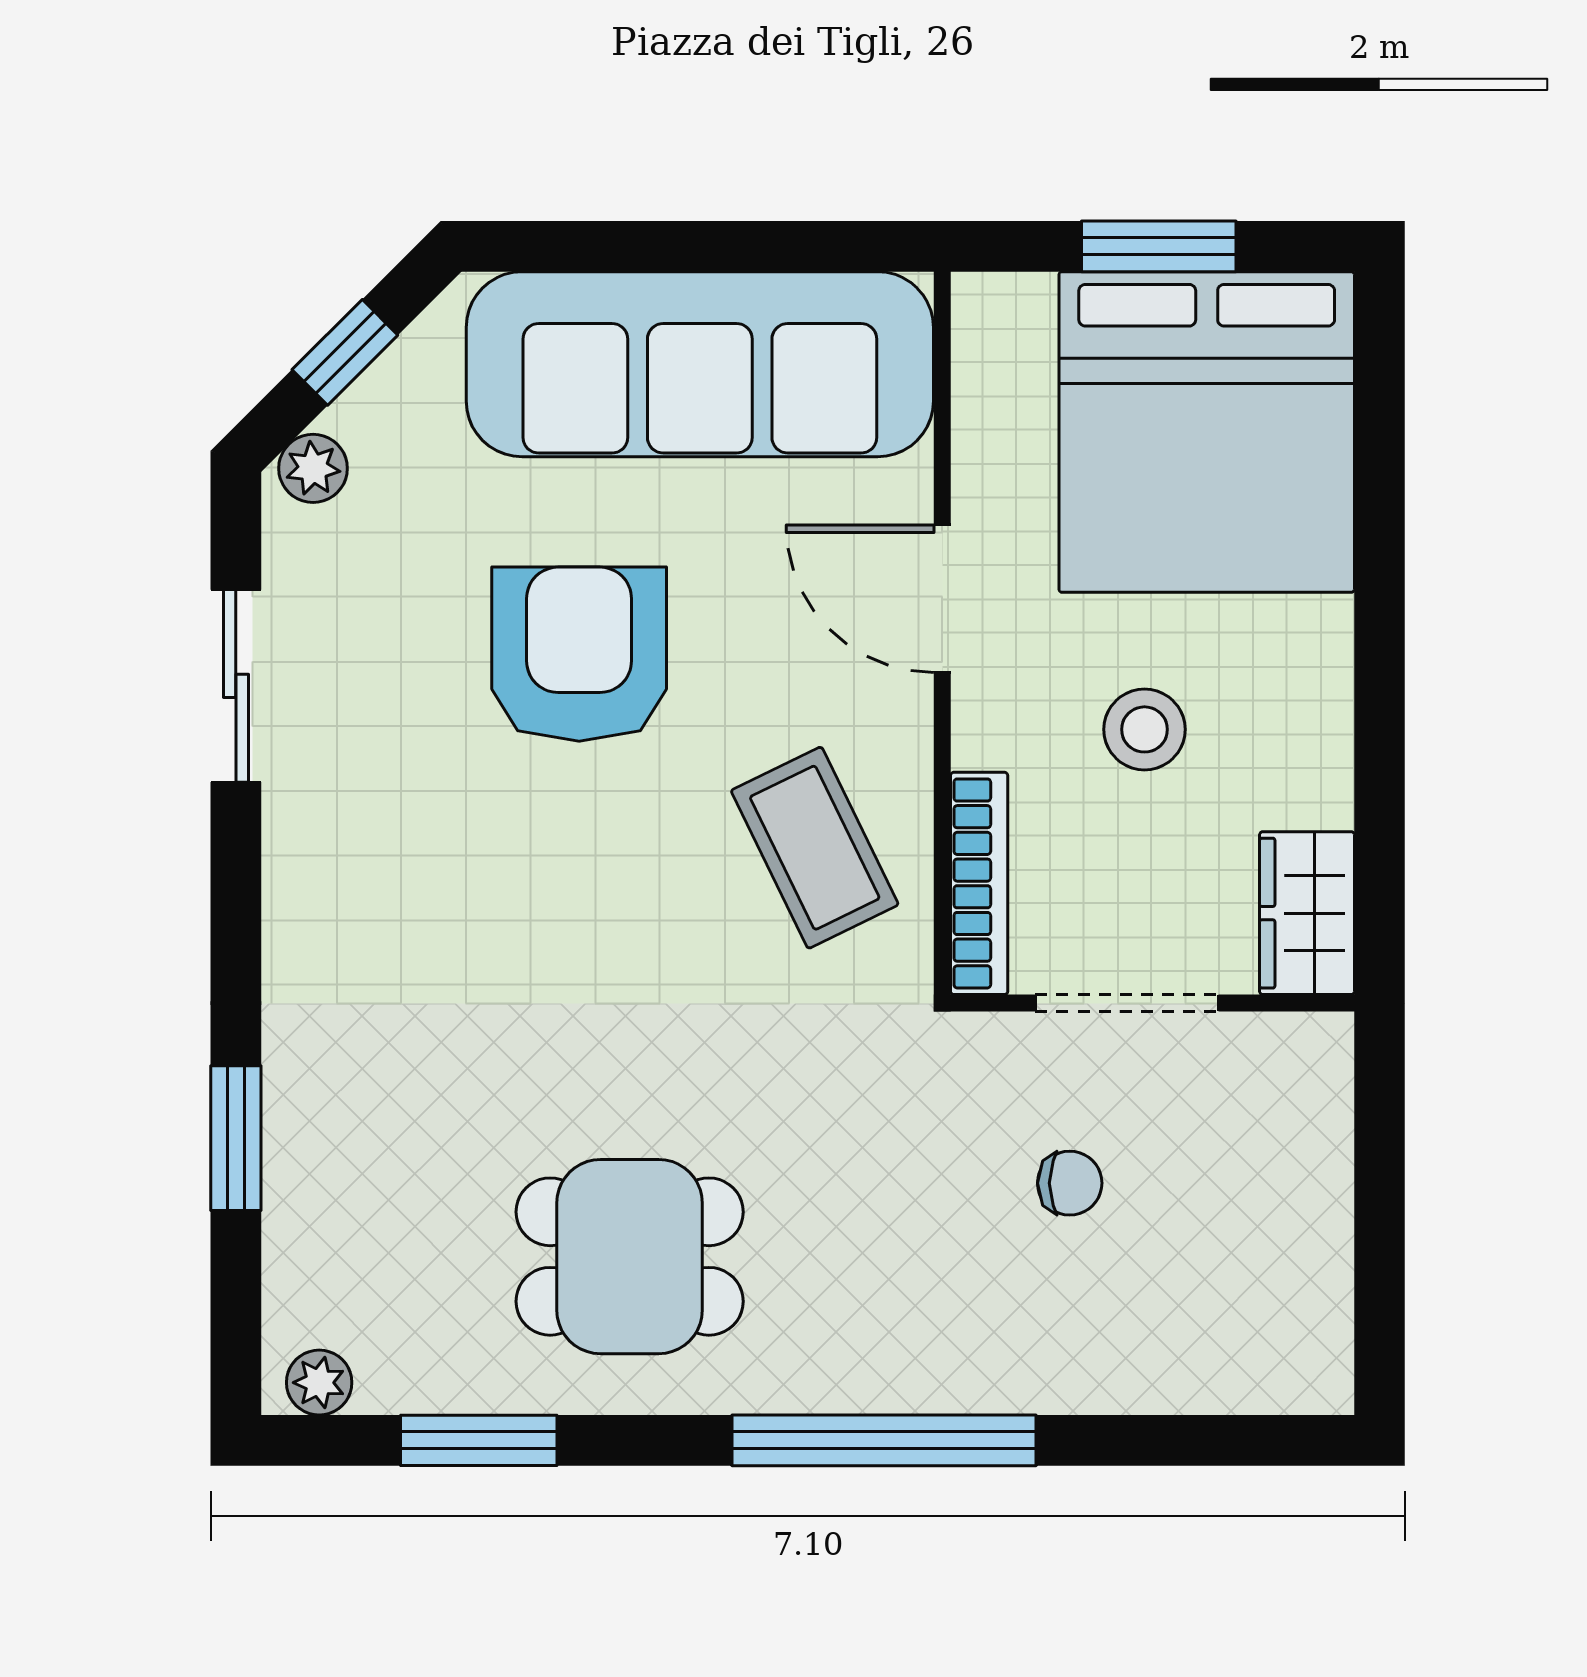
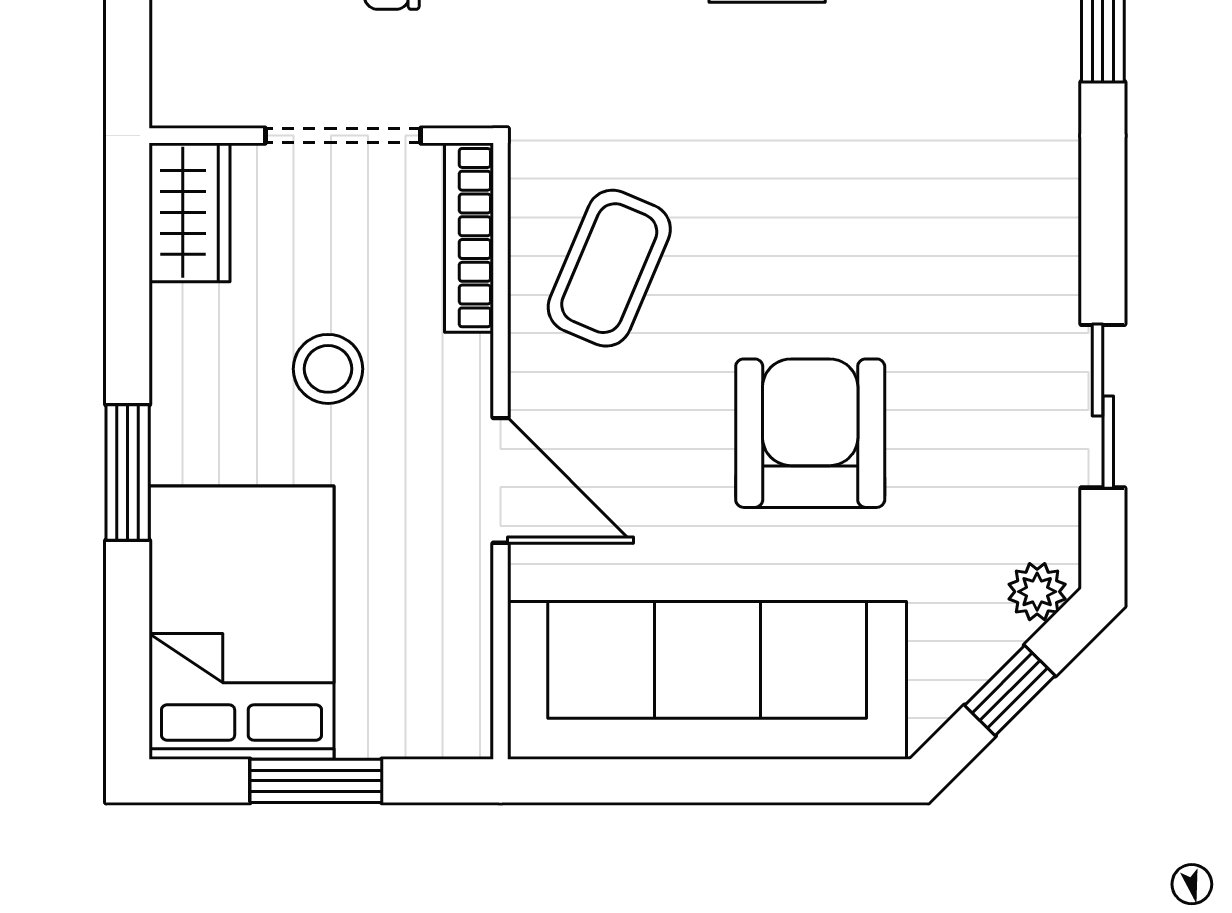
bed: (1207, 432) -> (241, 623), width x0.73
window: (1380, 608) -> (128, 472), added
armchair: (579, 654) -> (810, 433), turned 180
coffee table: (815, 848) -> (609, 268), turned 49

